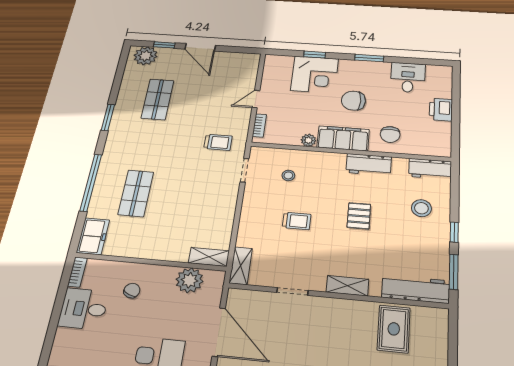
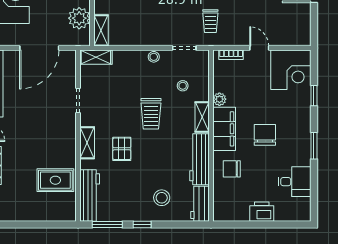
corner desk: (315, 75) -> (291, 70), moved, turned -90
shelving: (327, 159) -> (202, 117), added
workbench: (369, 165) -> (199, 159), width x1.38
stool: (250, 202) -> (154, 57), added
pallet: (359, 216) -> (122, 149), moved, turned 90
trolley: (297, 221) -> (151, 114), moved, width x1.36, depth x1.39

